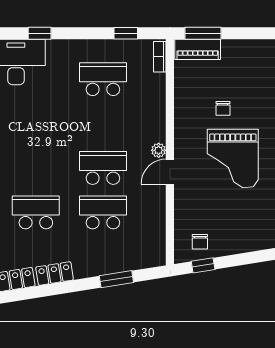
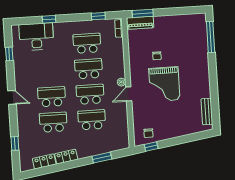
school desk: (103, 124) -> (89, 69), added
school desk: (36, 168) -> (52, 97), added

